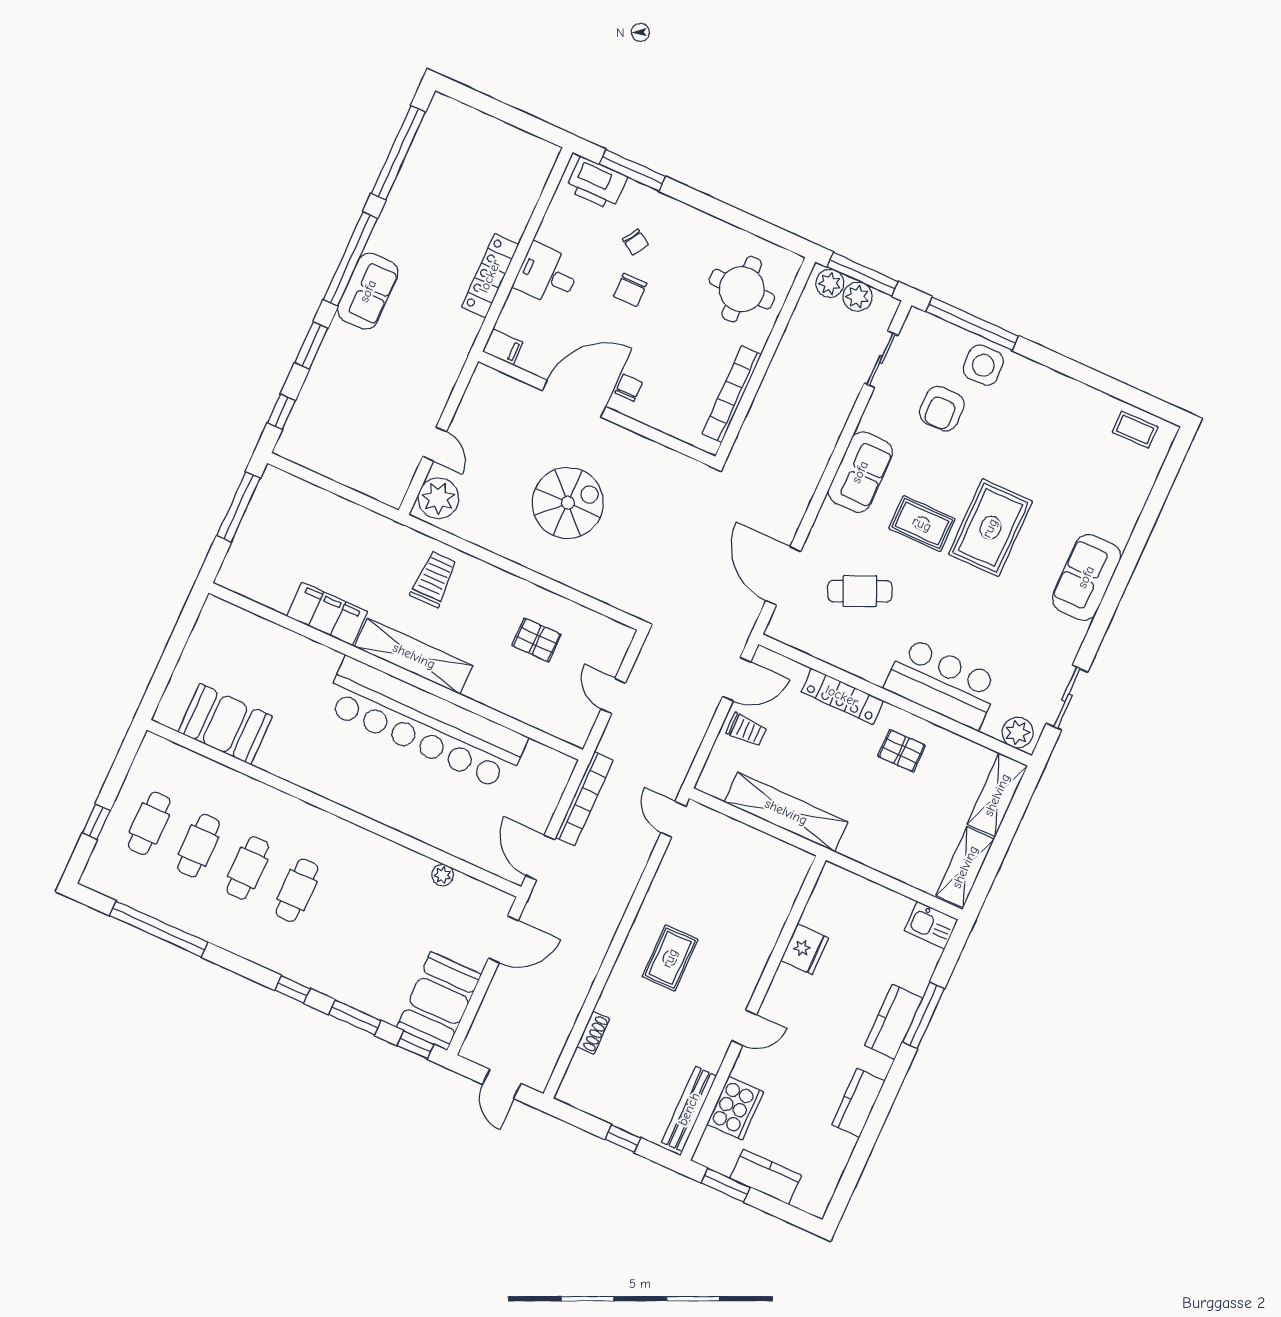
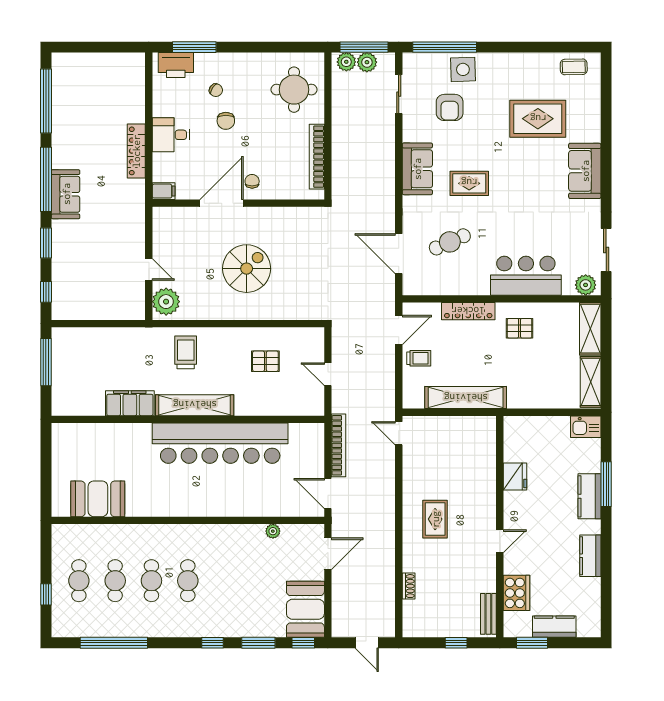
rug: (990, 528) -> (538, 119), moved, turned 90
bench: (689, 1109) -> (488, 614), width x0.73

